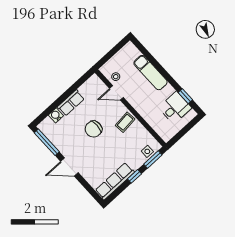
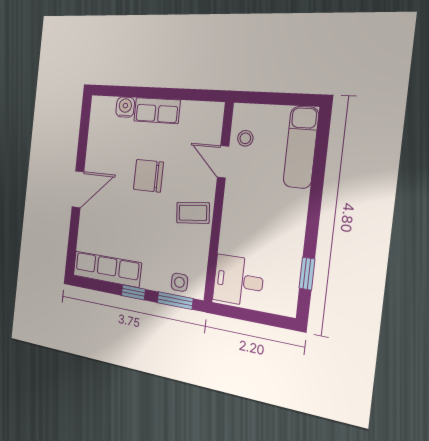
exam couch: (151, 73) -> (301, 147), moved
desk: (175, 108) -> (238, 281), moved, turned 180
window: (47, 142) -> (84, 129), removed
door: (69, 167) -> (78, 189), swing flipped

